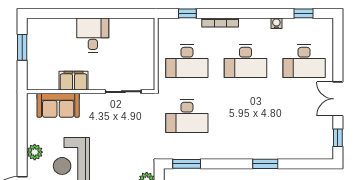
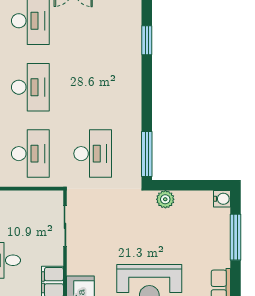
window: (187, 164) -> (147, 154), width x1.44
window: (265, 164) -> (147, 40), moved

